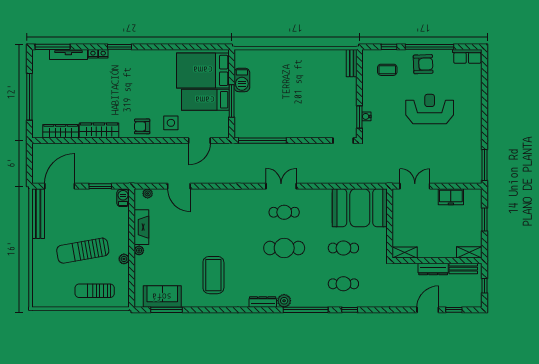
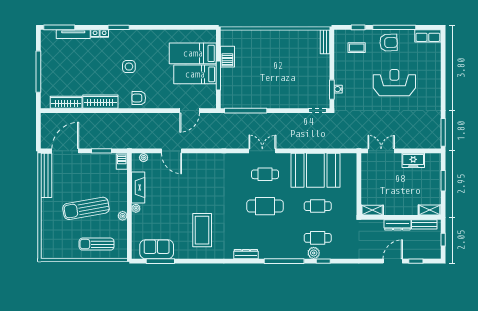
bed: (203, 70) -> (193, 53), width x0.67
side table: (171, 123) -> (129, 67), moved
booth: (360, 208) -> (315, 170), moved
plant: (284, 301) -> (314, 253), moved

